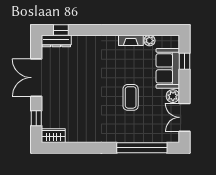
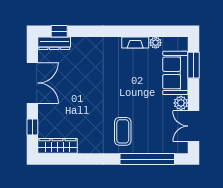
window: (184, 61) -> (194, 65), width x1.50
double door: (36, 78) -> (32, 83), swing flipped
coffee table: (131, 97) -> (123, 131), moved
wardrobe: (53, 136) -> (58, 146), width x1.50

